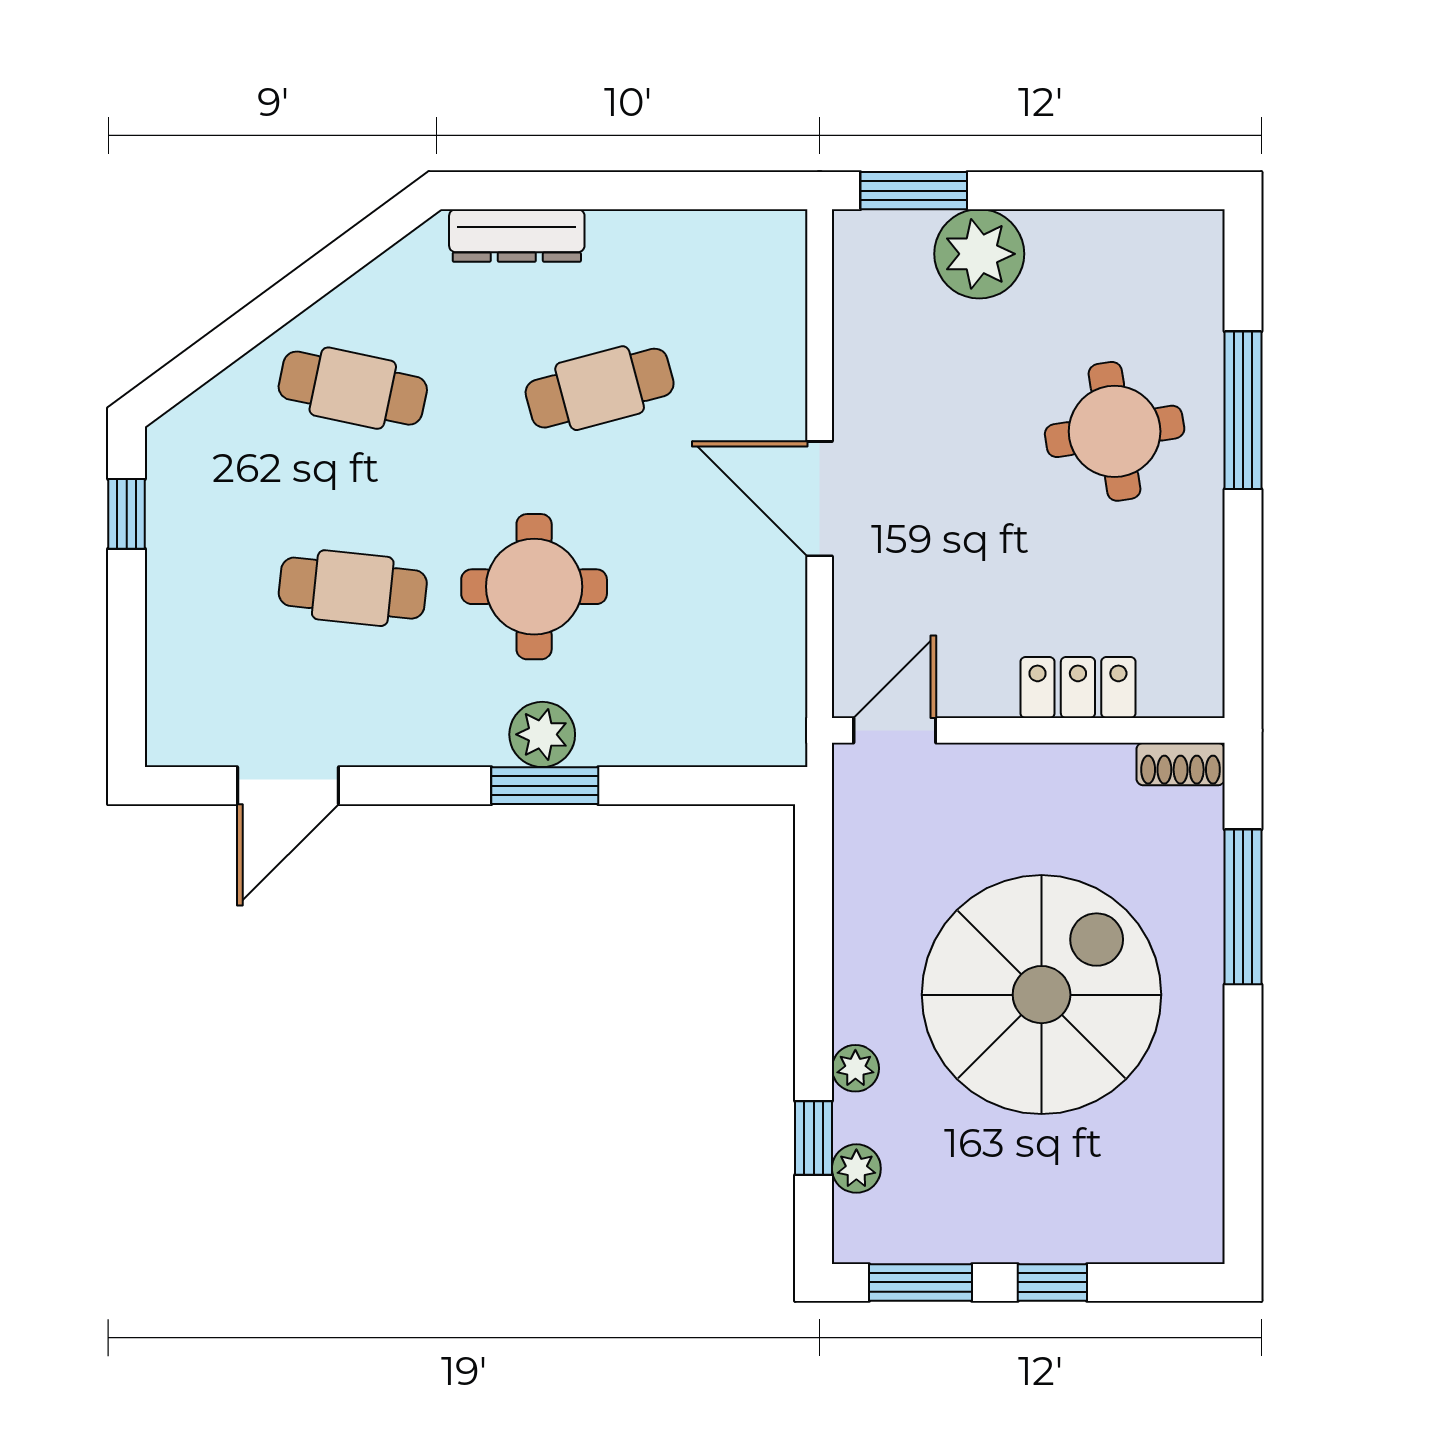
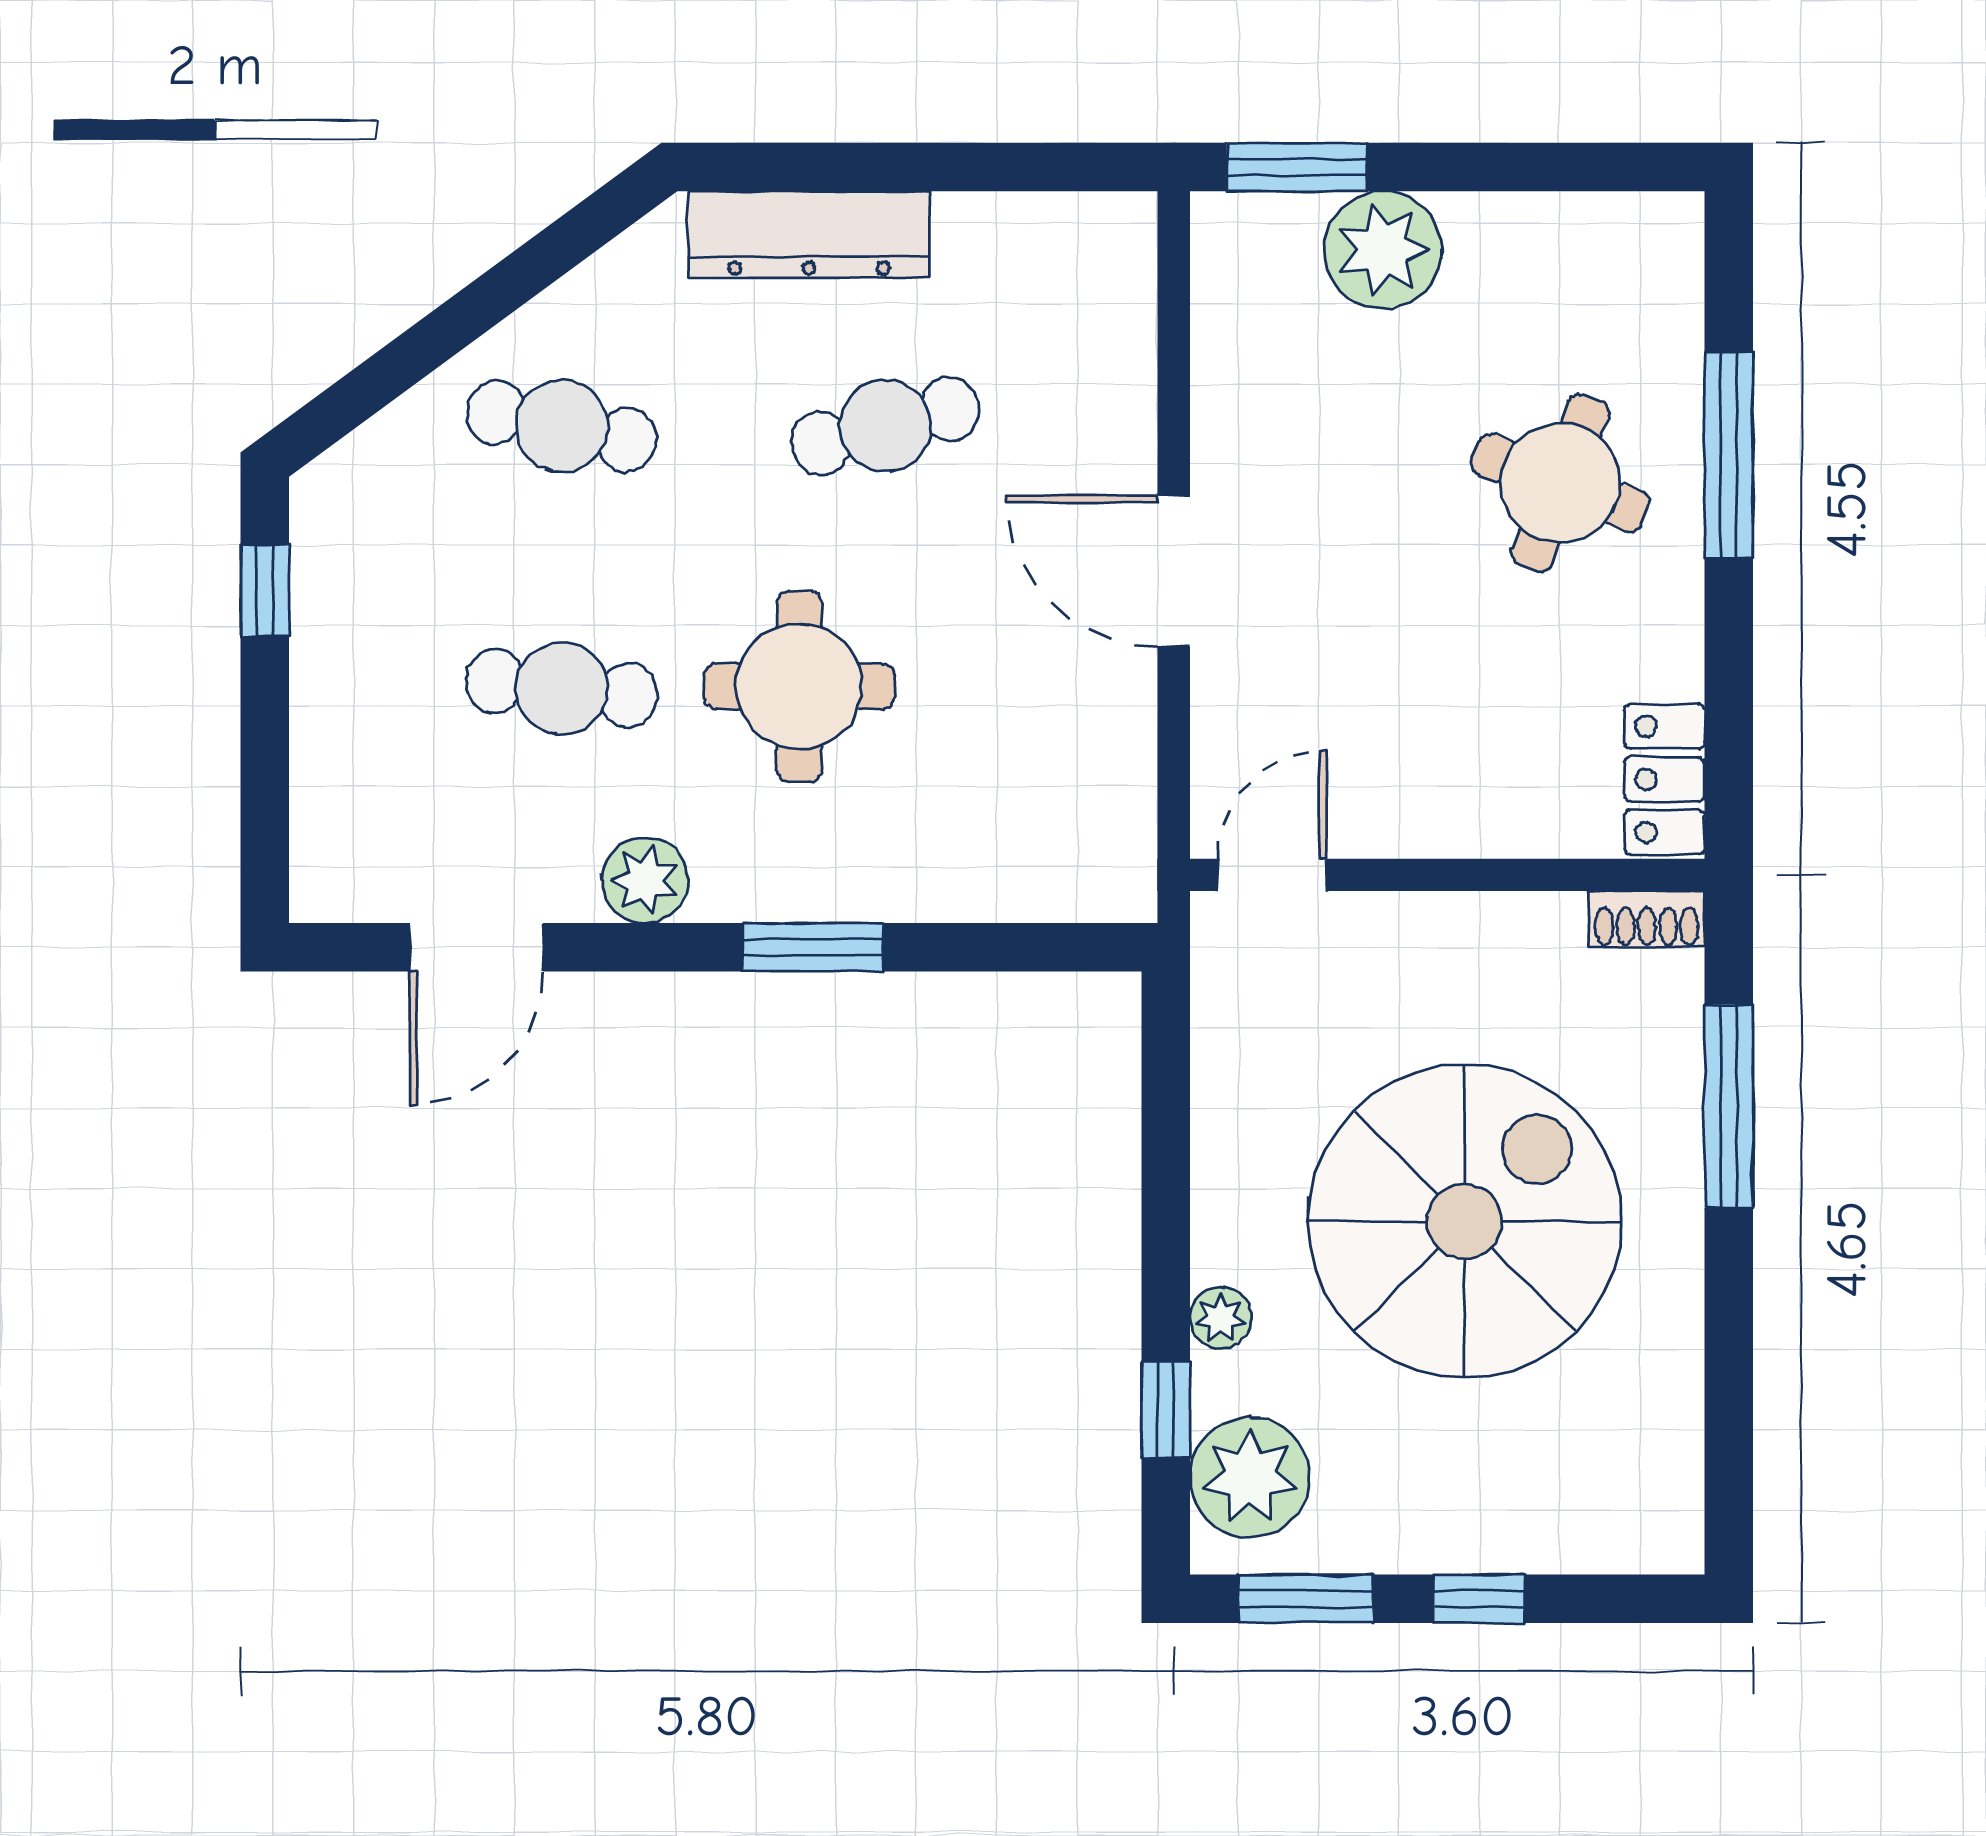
dresser: (517, 235) -> (809, 234), width x1.37, depth x1.24
round table: (1115, 431) -> (1560, 483), turned 30
locker: (1078, 687) -> (1664, 779), moved, turned -90
plant: (542, 734) -> (645, 880), moved
plant: (856, 1169) -> (1250, 1477), width x1.88, depth x1.88

